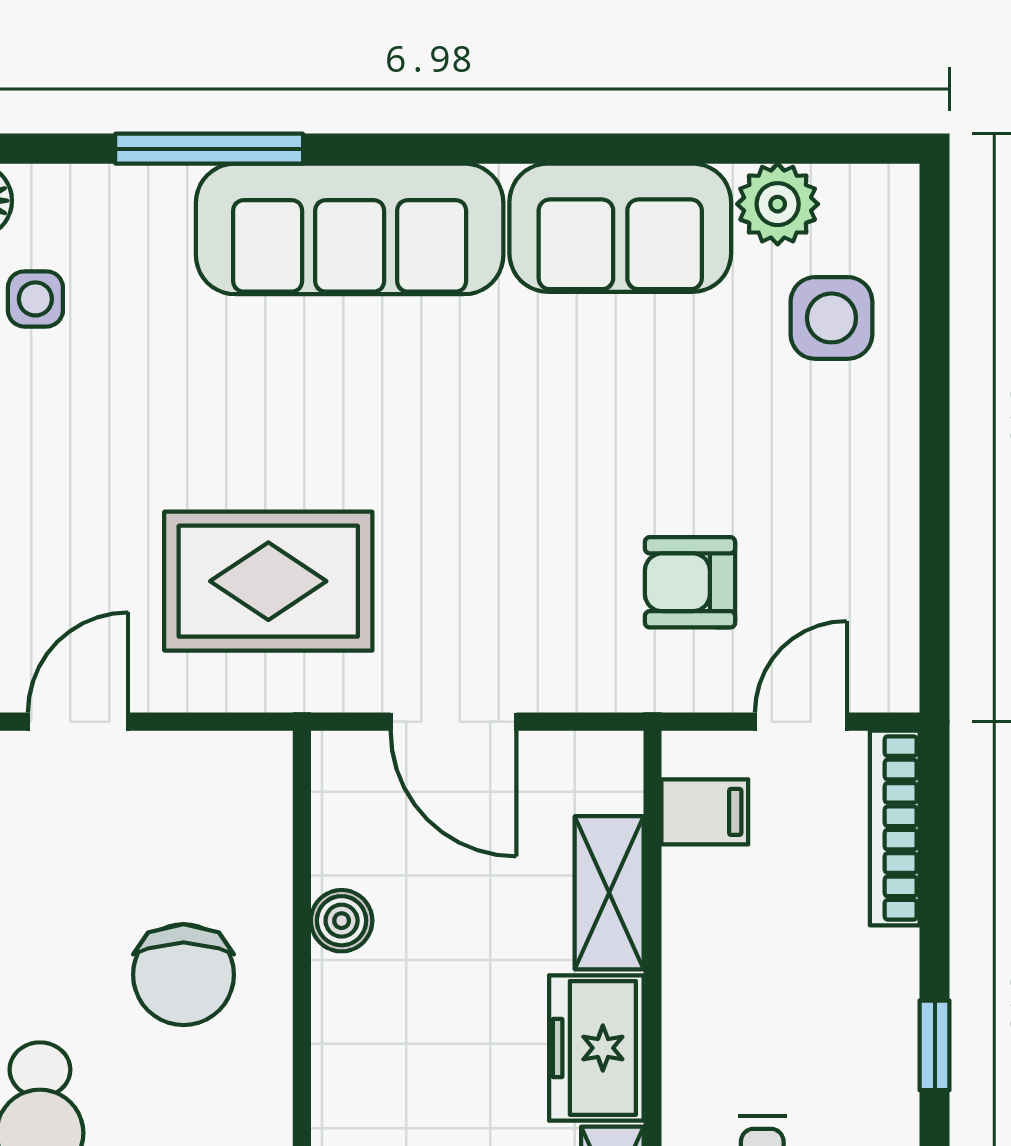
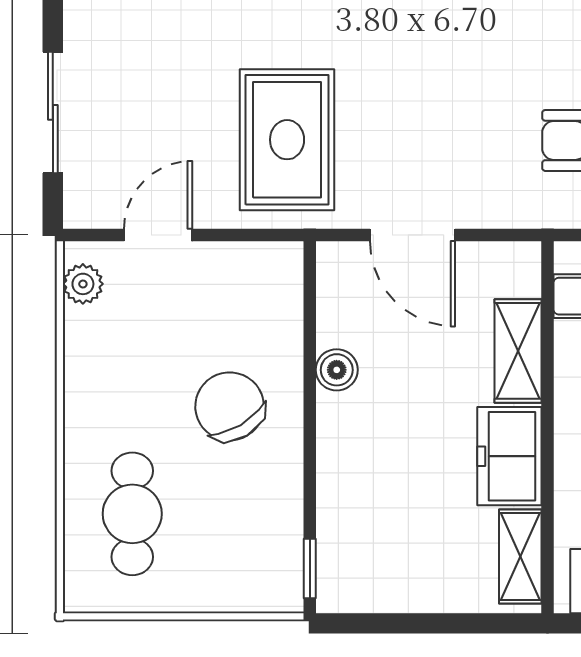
rug: (268, 581) -> (287, 140), turned 90
chair: (184, 975) -> (230, 406), turned 149

